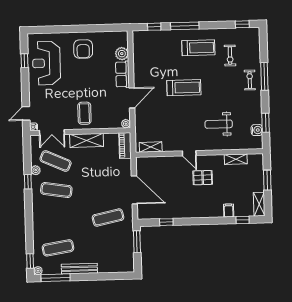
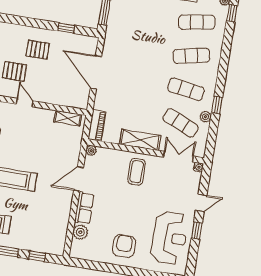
window: (24, 61) -> (197, 230), moved
door: (26, 113) -> (201, 203), moved
pallet: (187, 199) -> (38, 50), added
exercise mat: (108, 217) -> (191, 56), moved

